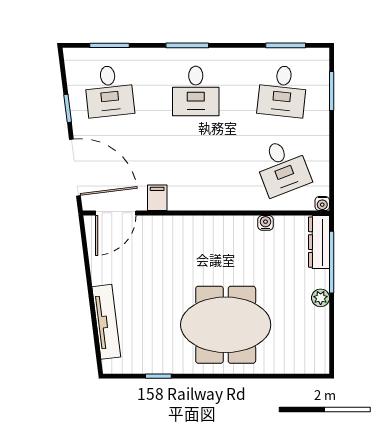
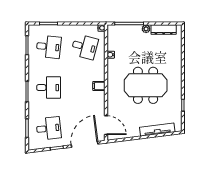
desk: (282, 167) -> (84, 47), turned 36
filing cabinet: (157, 198) -> (99, 86), moved
dresser: (319, 242) -> (164, 29), moved
meeting table: (226, 325) -> (146, 85), moved, turned 90

